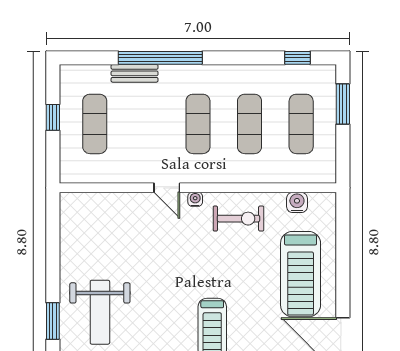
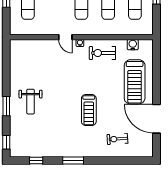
exercise bike: (239, 219) -> (102, 53), turned 180
weight bench: (100, 312) -> (31, 102), width x0.73, depth x0.75

